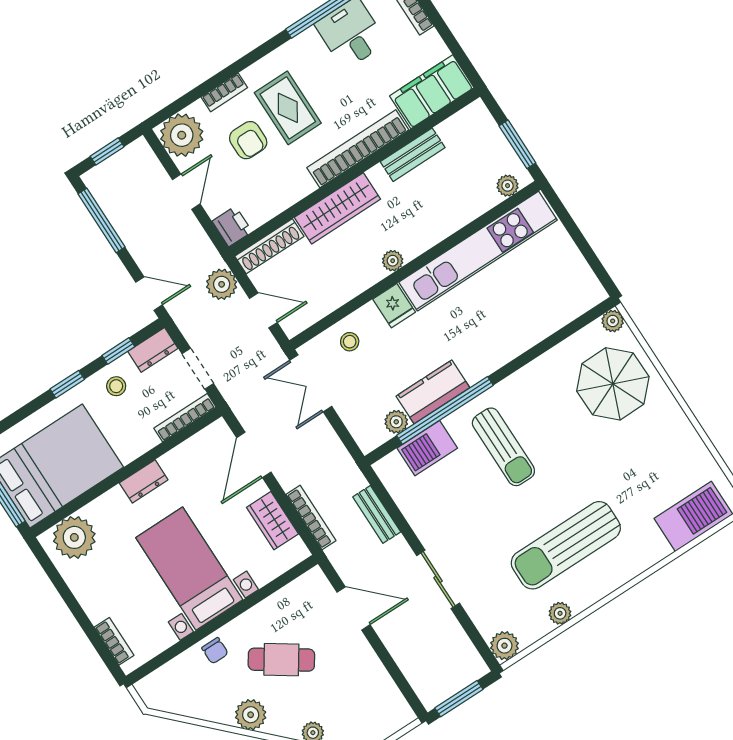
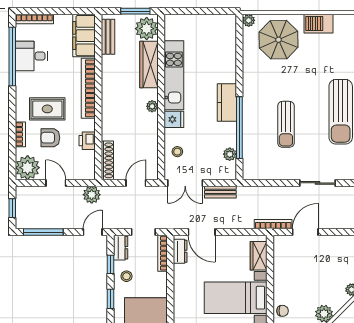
armchair: (248, 140) -> (50, 138), turned 180
bench: (413, 155) -> (108, 37), moved
plant: (508, 186) -> (147, 29), width x1.88, depth x1.88
wardrobe: (337, 208) -> (149, 65), moved, turned 180
printer: (232, 226) -> (87, 141), moved, turned -90
kitchen unit: (478, 251) -> (174, 75), width x0.73
plant: (222, 284) -> (92, 195), moved
kitchen counter: (433, 392) -> (227, 102), moved
sun lounger: (503, 447) -> (286, 124), moved, turned 90
barbecue: (427, 448) -> (318, 24), moved, turned 90
dresser: (144, 481) -> (180, 251), moved
bench: (377, 514) -> (220, 192), moved
bookcase: (311, 517) -> (273, 224), moved
wardrobe: (272, 521) -> (259, 256), moved, turned 90
cafe table: (281, 660) -> (307, 282), removed

